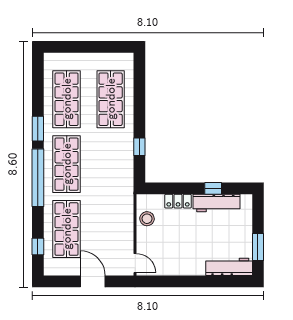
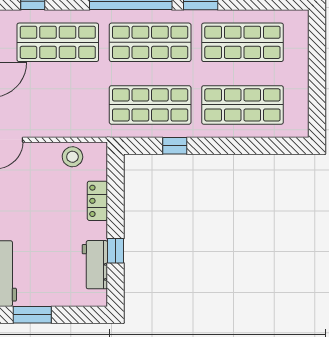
shop shelf: (111, 164) -> (150, 105), added
workbench: (216, 203) -> (95, 265), width x0.73

